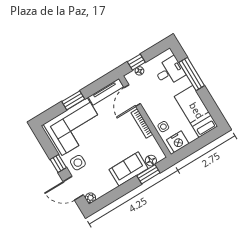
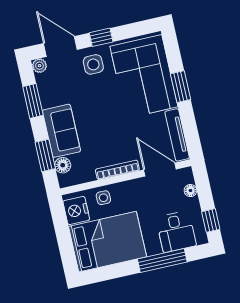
window: (136, 62) -> (211, 220), moved
bed: (196, 111) -> (107, 242), width x1.50
door: (73, 188) -> (60, 46), hinge flipped
window: (115, 194) -> (33, 101), added

